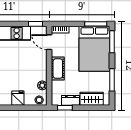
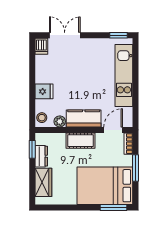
window: (36, 24) -> (136, 113), removed
window: (96, 24) -> (136, 168), moved
kitchen counter: (40, 66) -> (84, 118), added
window: (112, 80) -> (66, 207), removed

